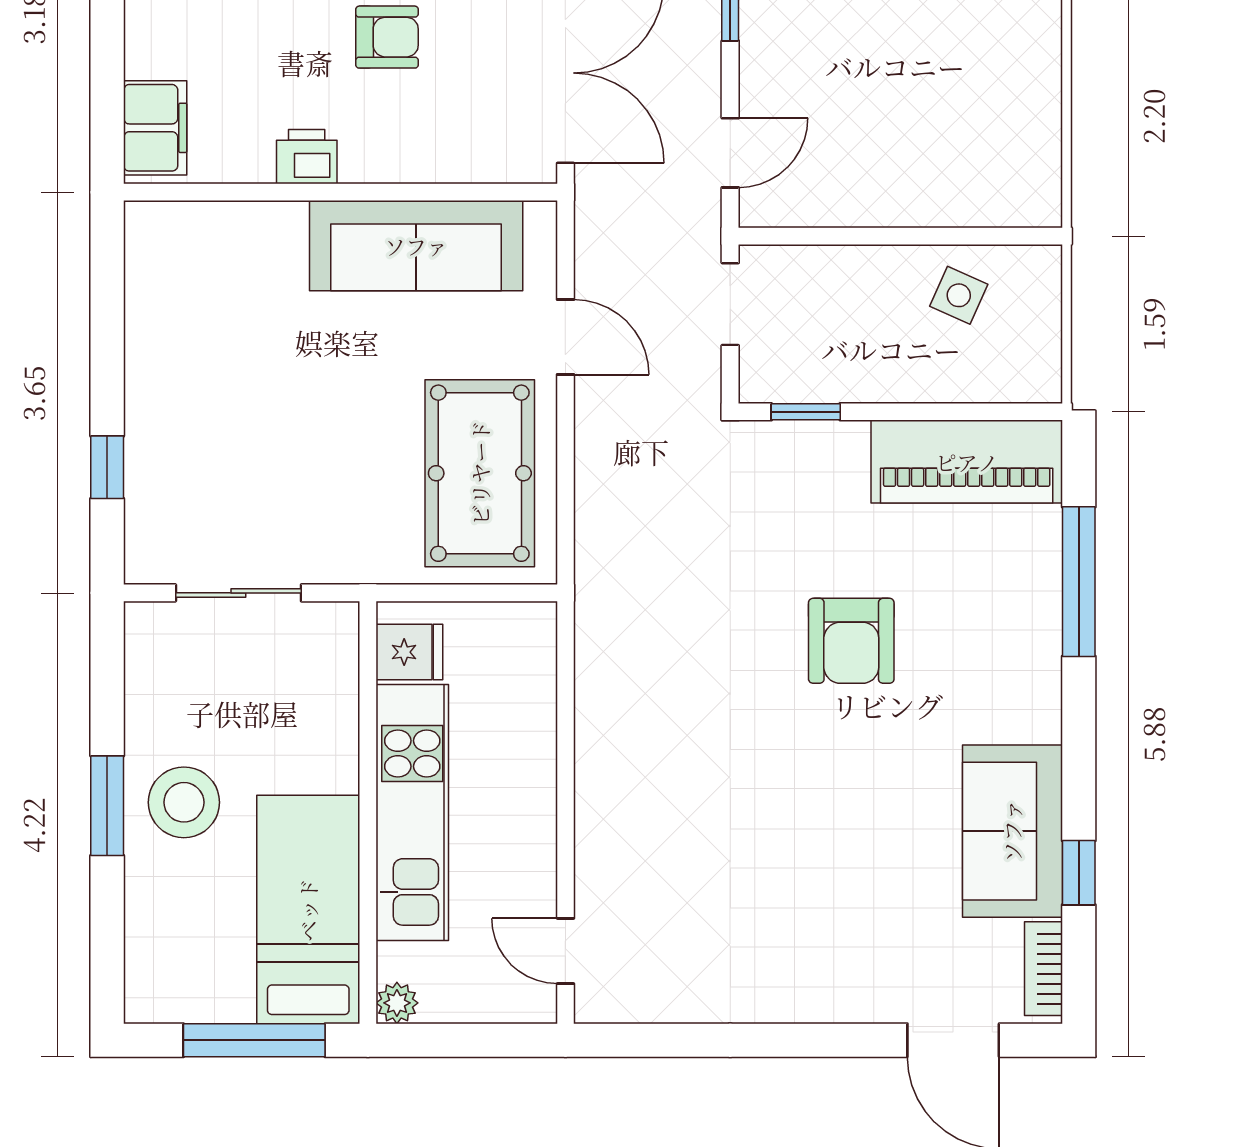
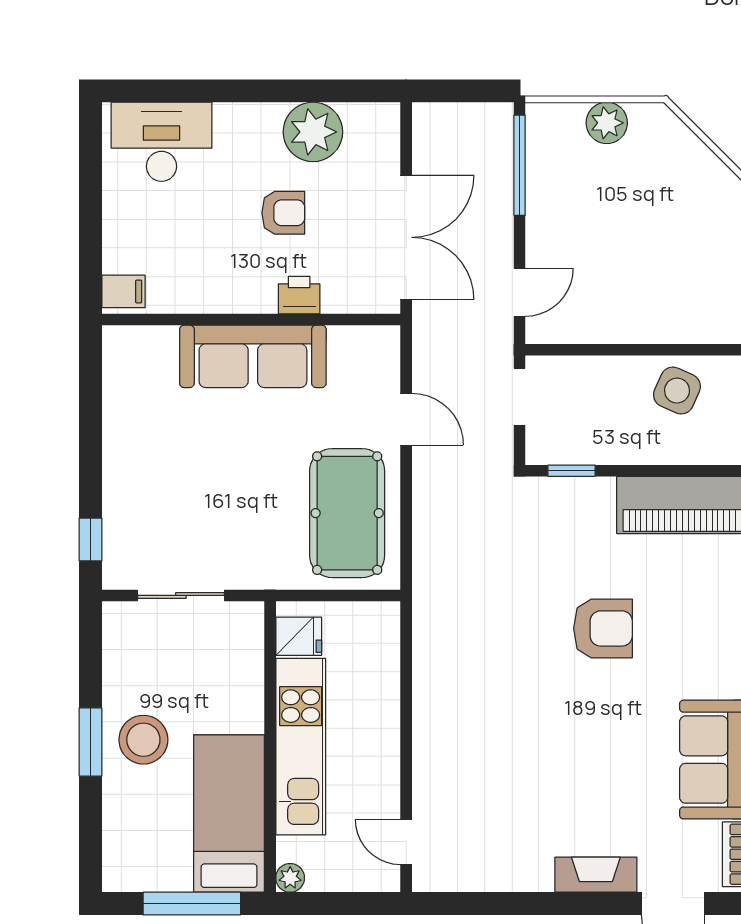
filing cabinet: (155, 128) -> (124, 291), width x0.50
printer: (307, 157) -> (299, 295), moved
sofa: (416, 246) -> (253, 356), moved
side table: (959, 295) -> (677, 391), width x1.37, depth x1.37
window: (107, 467) -> (91, 539), moved
armchair: (851, 641) -> (603, 628), turned -90
fireplace: (841, 998) -> (596, 875), added

